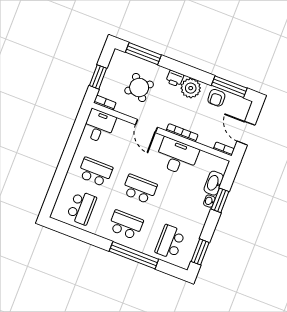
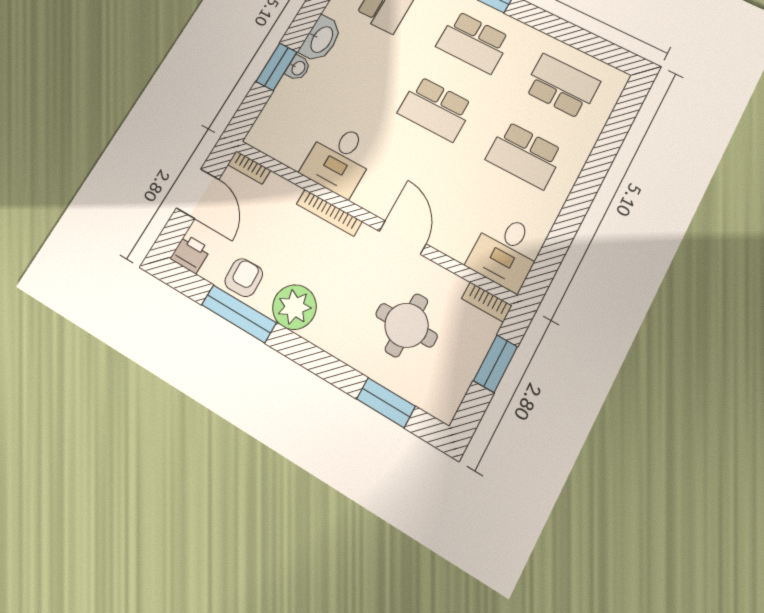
window: (143, 54) -> (386, 403), width x0.69
printer: (175, 78) -> (190, 254), moved
round table: (139, 87) -> (406, 325), turned 37
window: (229, 87) -> (239, 314), moved
desk: (177, 157) -> (339, 159), width x0.73
washbasin: (214, 183) -> (321, 39), moved
school desk: (81, 208) -> (562, 86), turned 90

